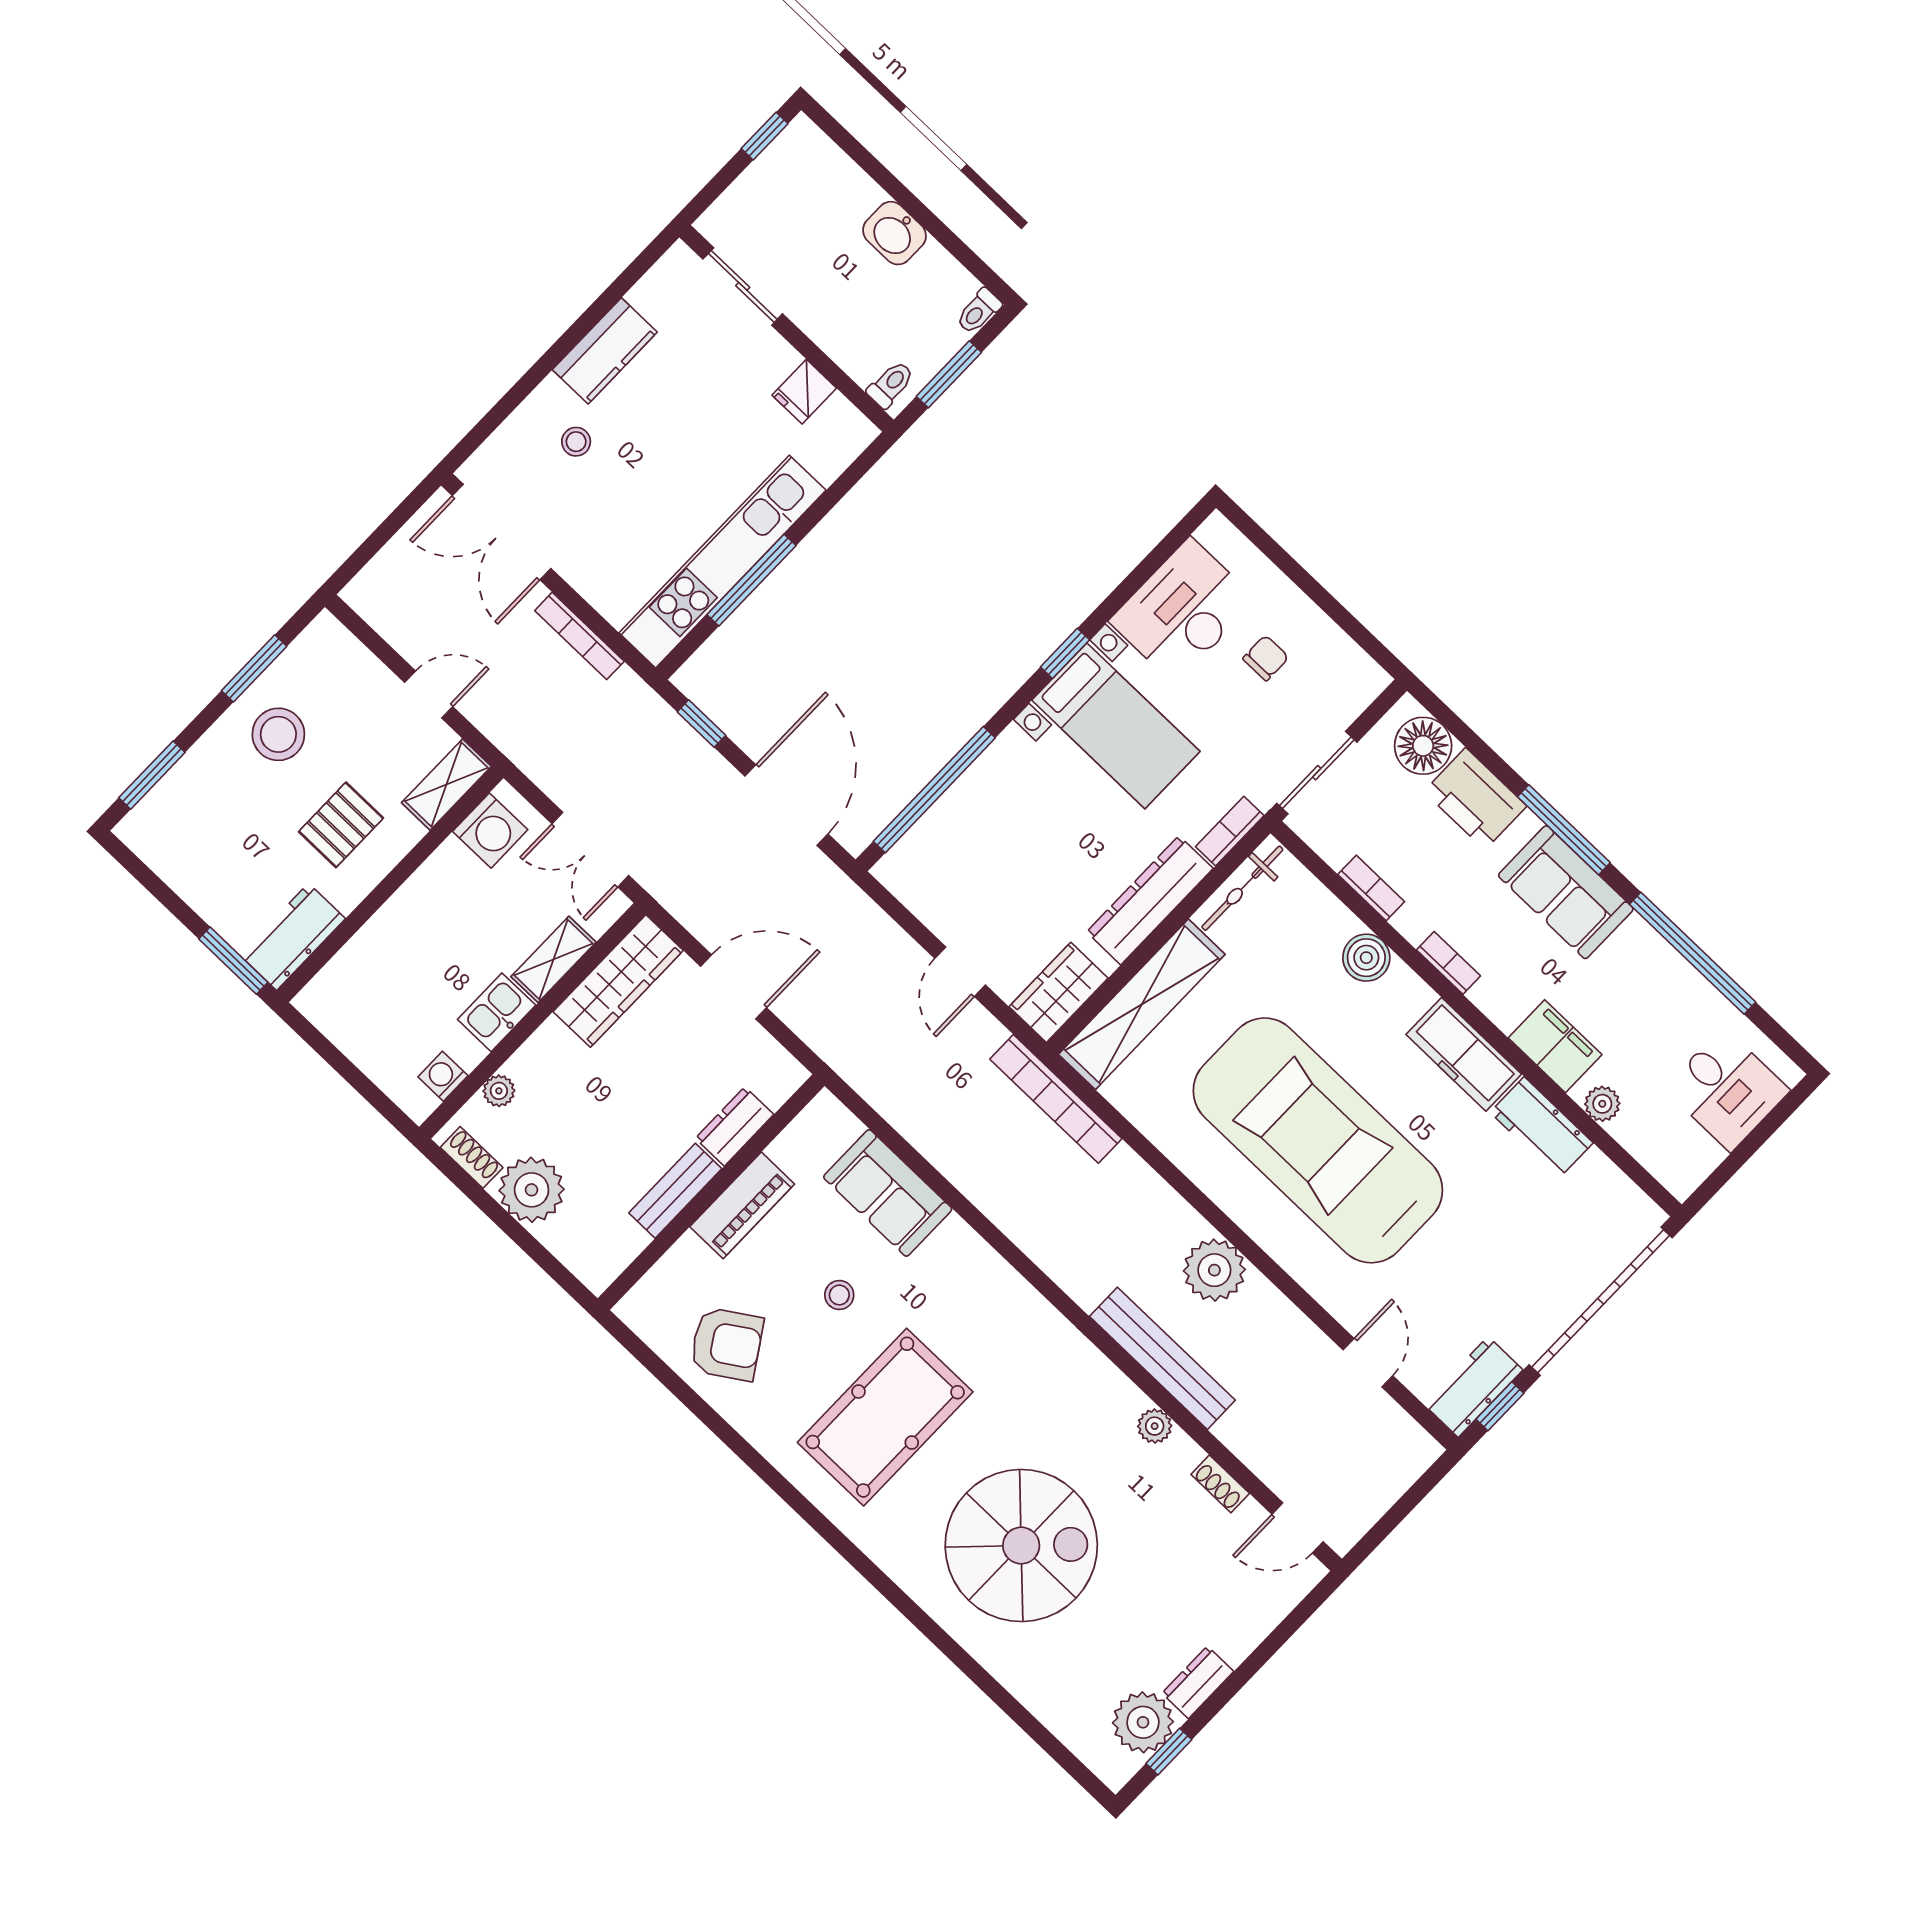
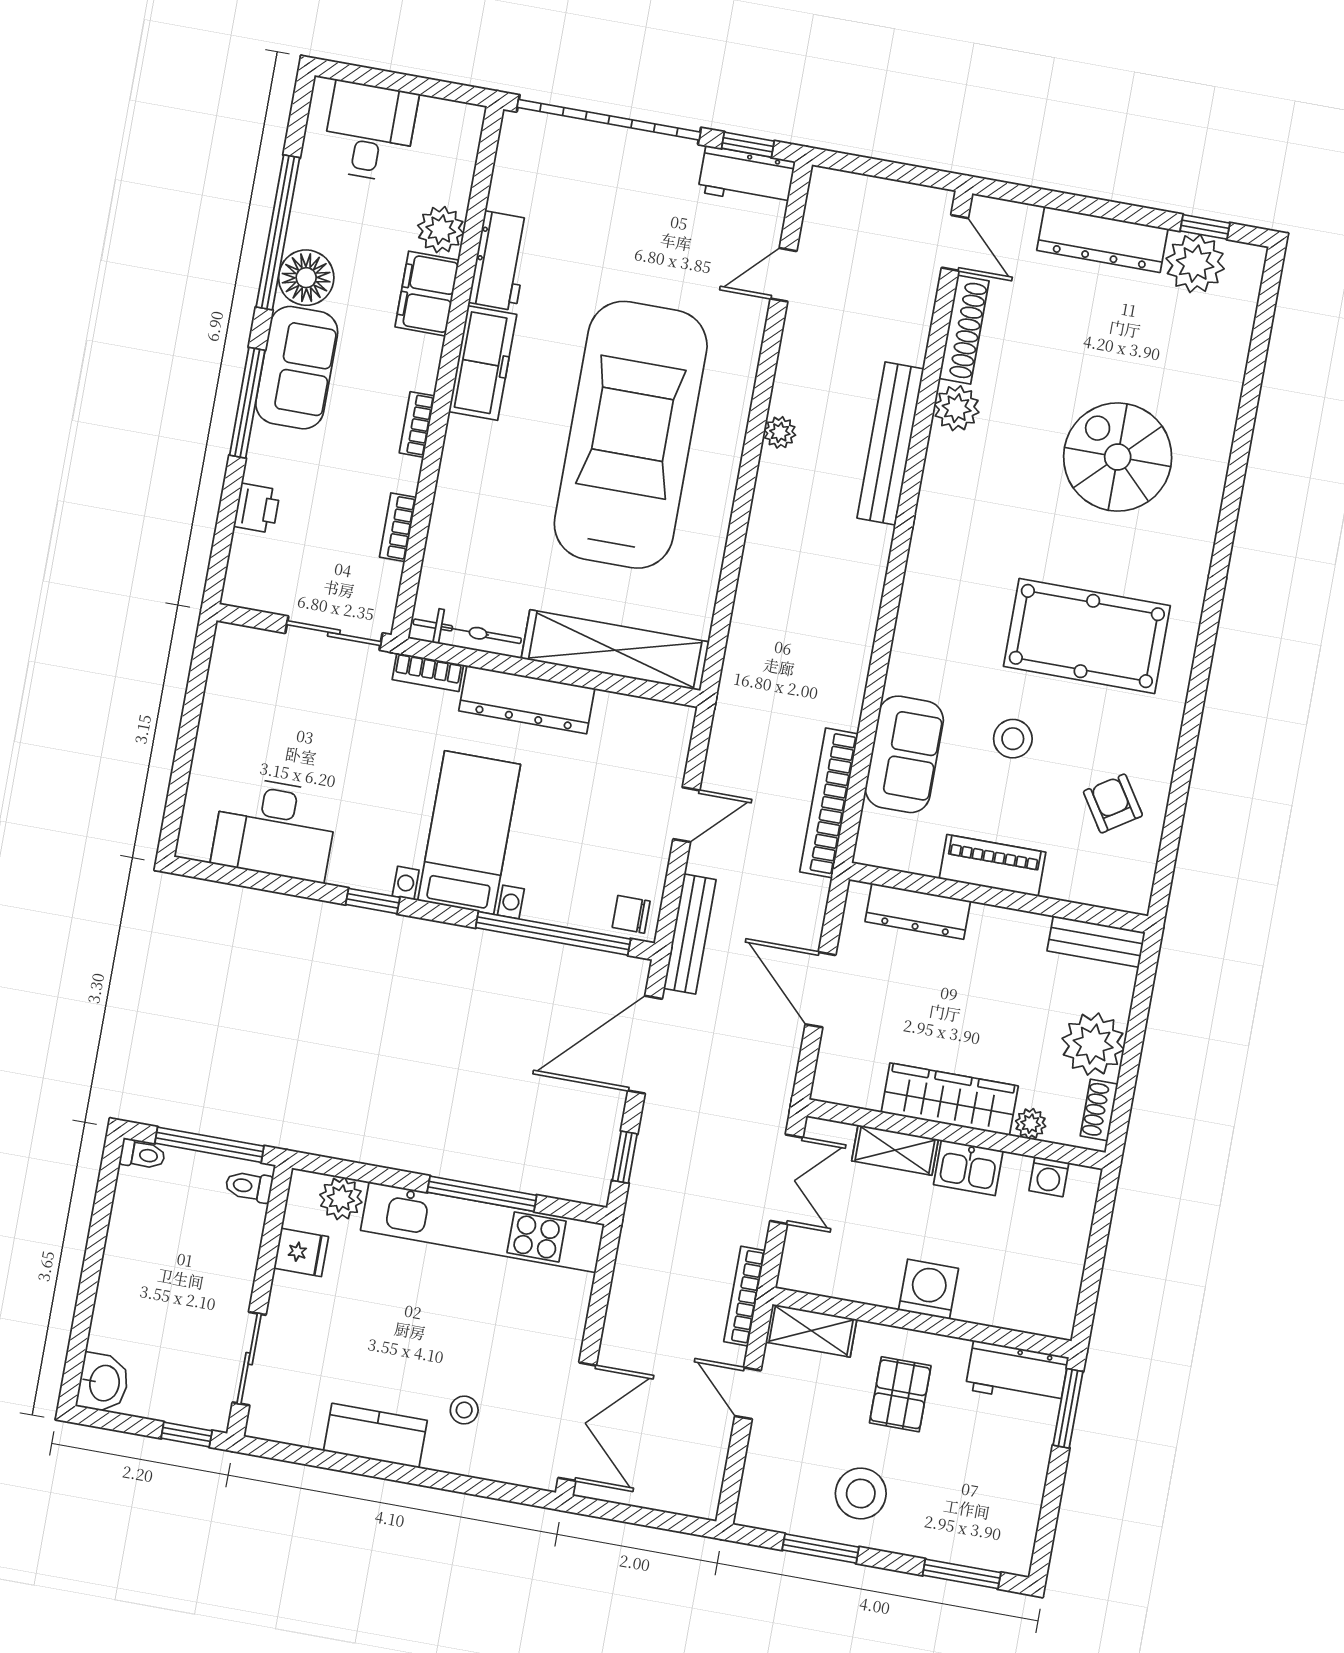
window: (765, 136) -> (187, 1434), moved
washbasin: (895, 233) -> (103, 1383), moved
window: (949, 374) -> (209, 1145), width x1.44
plant: (828, 456) -> (341, 1199), added
bookcase: (579, 636) -> (744, 1296), moved, turned 180
chair: (1266, 658) -> (631, 914), moved
bed with nightstands: (1116, 726) -> (469, 833), moved
floor lamp: (1423, 746) -> (306, 278), moved
printer: (1475, 799) -> (257, 508), width x0.53, depth x0.68
pallet: (341, 825) -> (900, 1394), turned 90
washing machine: (490, 831) -> (929, 1289), moved
bench: (856, 907) -> (690, 934), added
boiler: (1366, 958) -> (457, 494), removed
wardrobe: (618, 981) -> (950, 1099), moved
wardrobe: (1059, 992) -> (650, 724), removed
bookcase: (1056, 1099) -> (829, 803), moved, turned 180
plant: (1602, 1104) -> (441, 230), width x1.38, depth x1.38
dresser: (735, 1126) -> (918, 911), width x1.44
car: (1318, 1140) -> (631, 435), turned 180
bench: (675, 1191) -> (1096, 942), moved
plant: (1214, 1270) -> (780, 432), width x0.53, depth x0.53
stool: (839, 1295) -> (1013, 739), width x1.37, depth x1.37
armchair: (727, 1344) -> (1113, 803), width x0.72, depth x0.72
plant: (1155, 1426) -> (957, 408), width x1.38, depth x1.38
shoe rack: (1220, 1484) -> (964, 330), width x1.94, depth x1.24
spiral stairs: (1021, 1546) -> (1118, 457), width x0.73, depth x0.73
dresser: (1198, 1682) -> (1102, 239), width x1.96, depth x1.24

